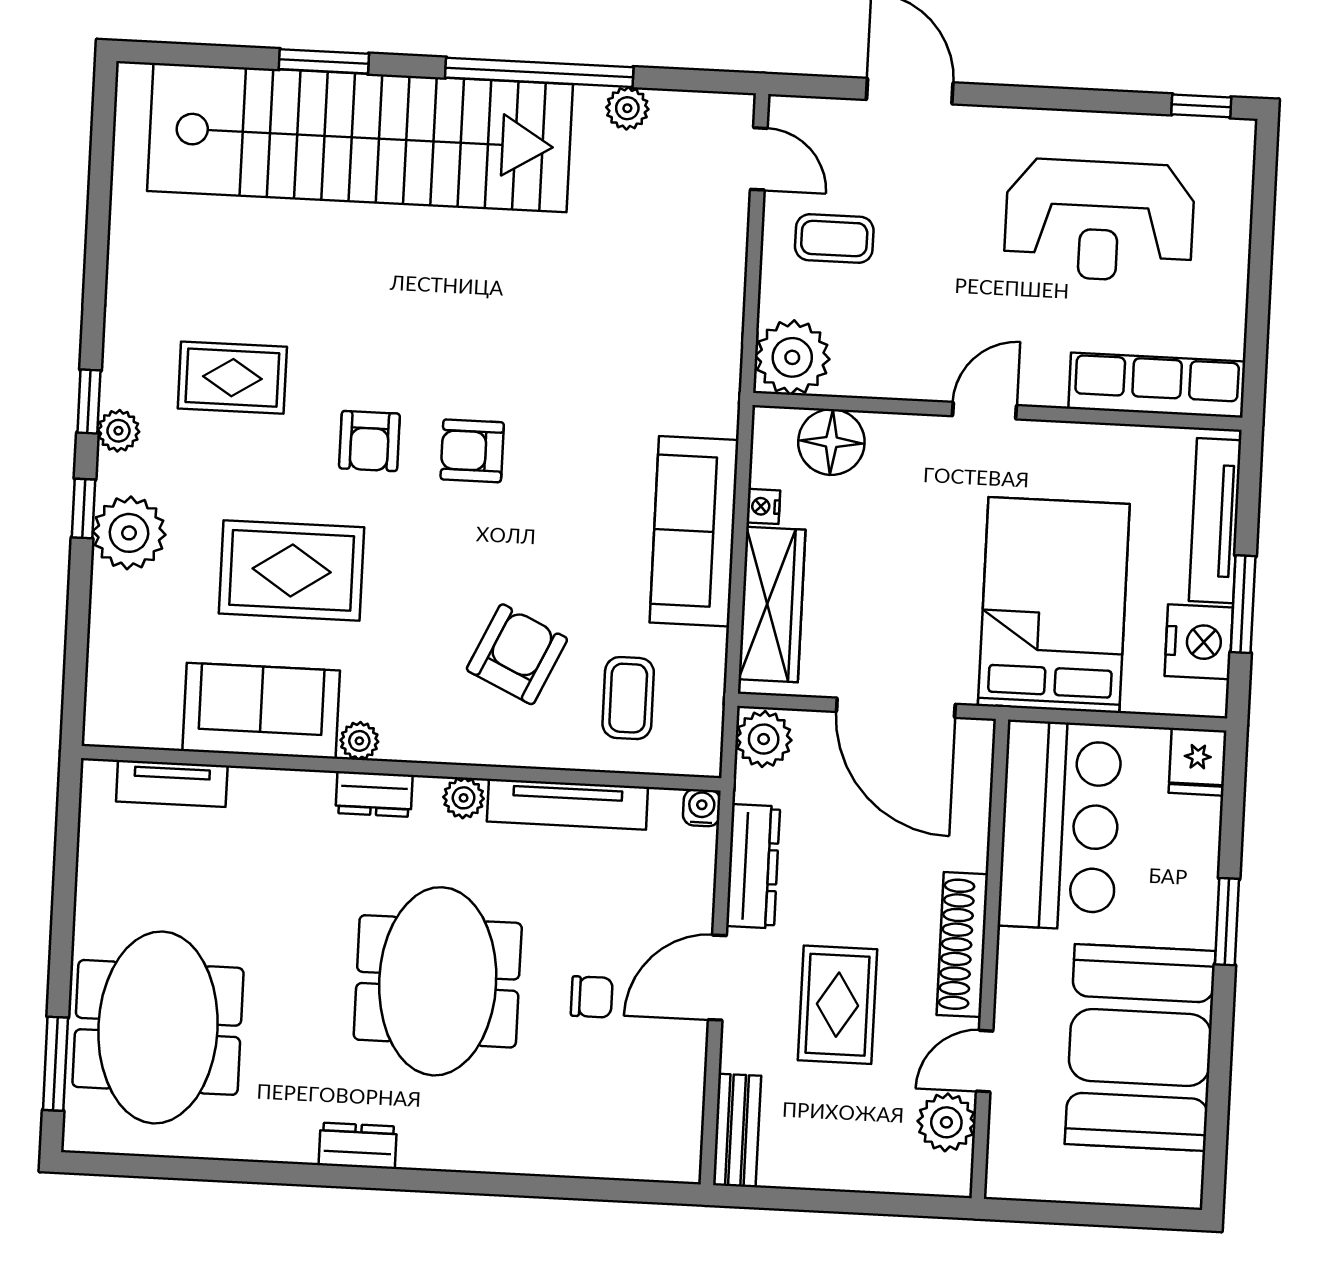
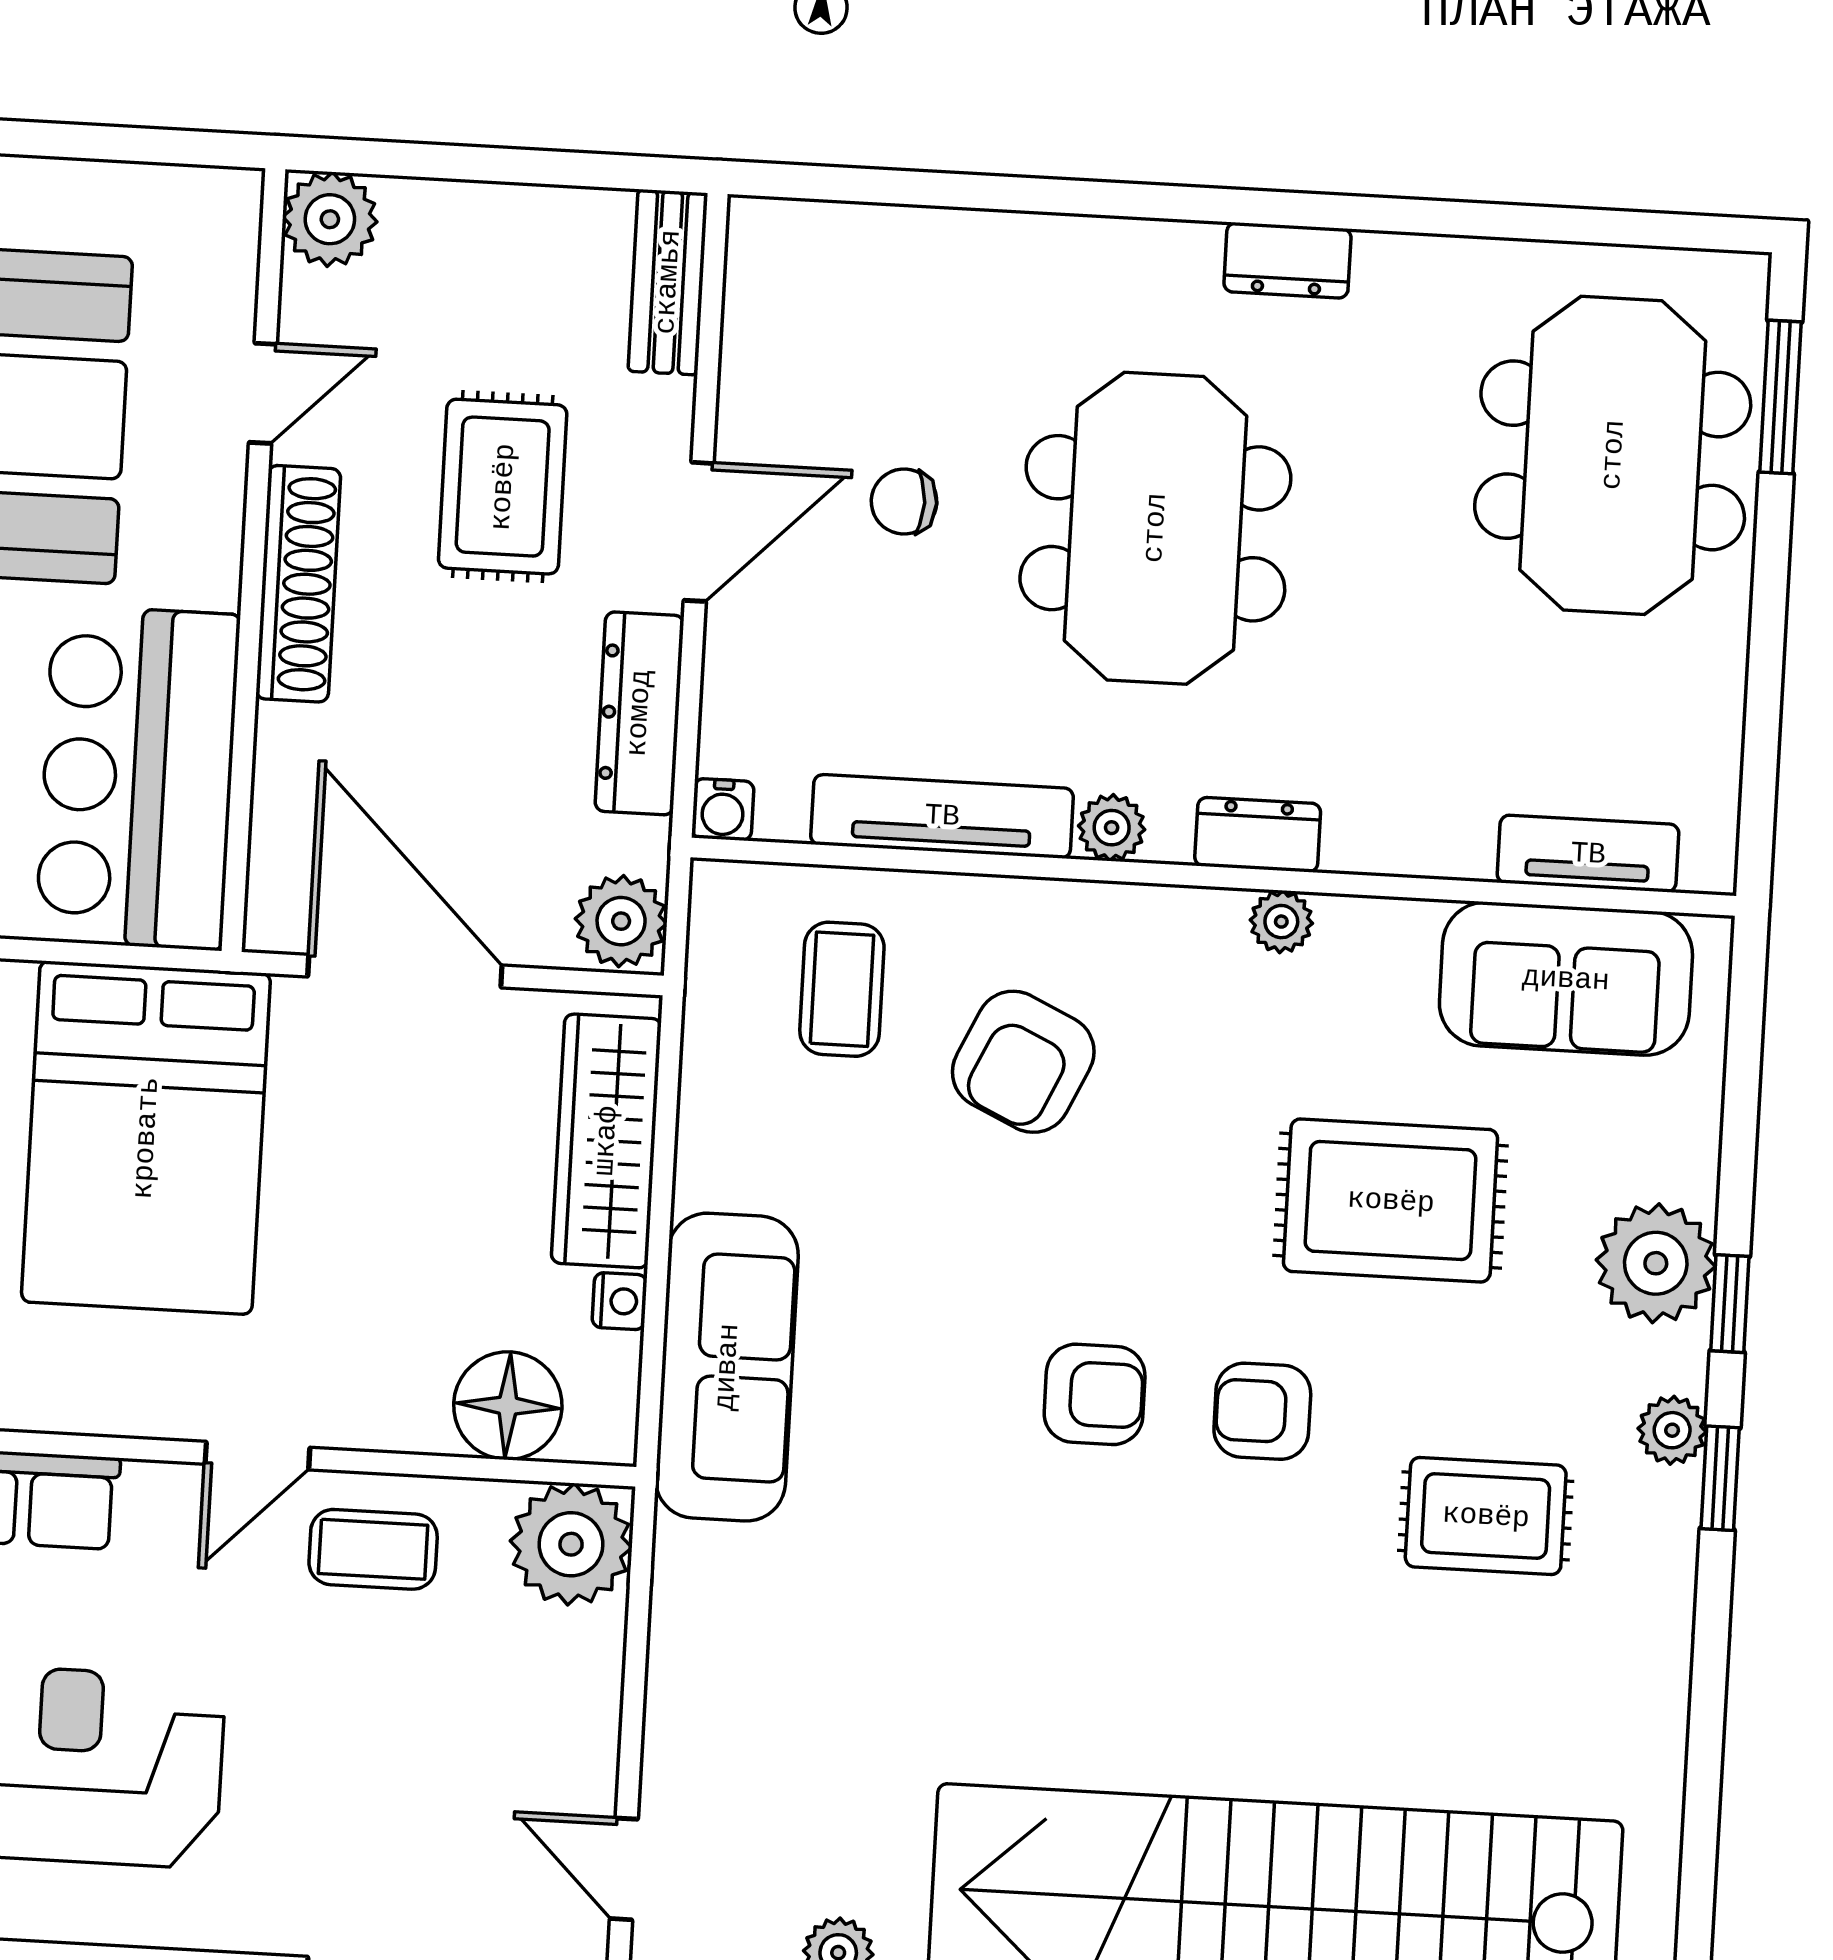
coffee table: (834, 239) -> (373, 1549), moved
armchair: (369, 441) -> (1262, 1411), turned -90
sofa: (694, 531) -> (727, 1367), moved
sofa: (261, 711) -> (1566, 979), moved
plant: (946, 1122) -> (330, 219), moved

